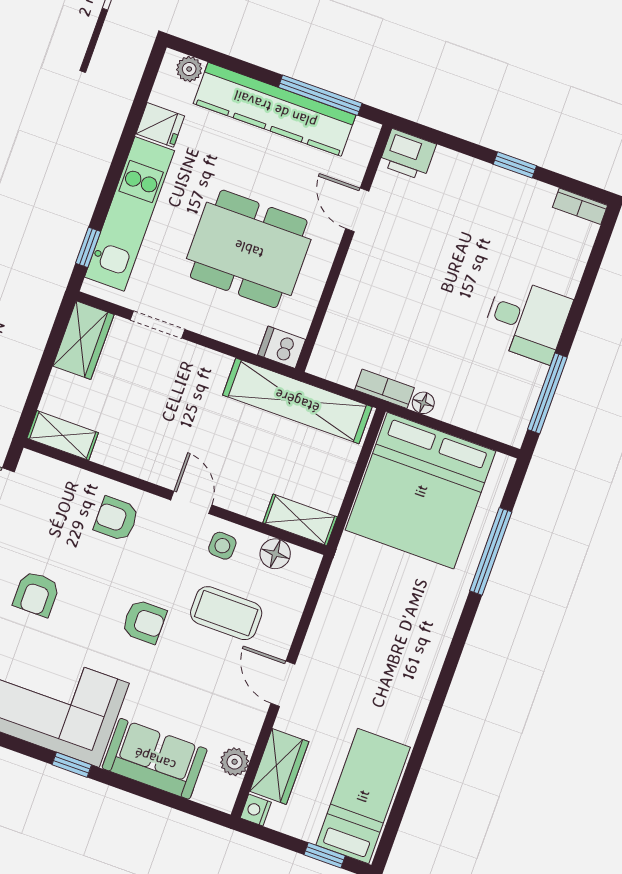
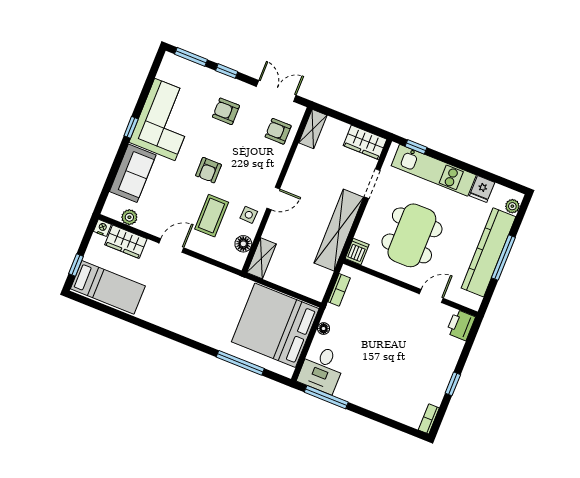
window: (320, 95) -> (503, 258), moved
desk: (526, 320) -> (322, 369), moved
bookcase: (384, 389) -> (339, 290), moved
shelving: (297, 401) -> (339, 230), moved
armchair: (116, 519) -> (278, 131), moved, turned -90

